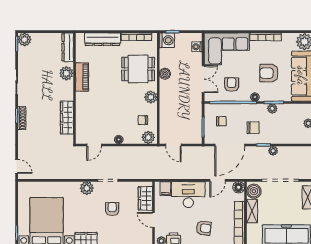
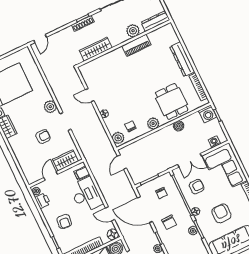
dresser: (68, 47) -> (155, 21), moved
plant: (66, 73) -> (133, 31), moved
piano: (82, 77) -> (136, 45), moved
wall: (74, 88) -> (124, 44), moved
wardrobe: (67, 118) -> (96, 49), moved

